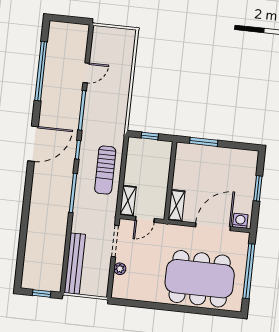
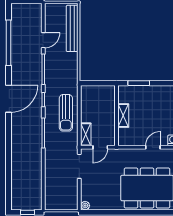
window: (150, 136) -> (97, 83), removed
shelving: (176, 205) -> (123, 116), moved
door: (213, 227) -> (153, 147), width x0.53
bench: (75, 264) -> (72, 28), moved
plant: (120, 269) -> (85, 206), moved

